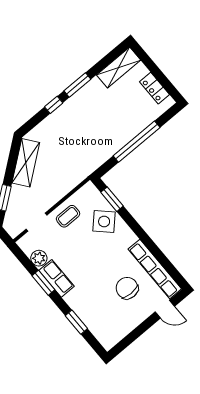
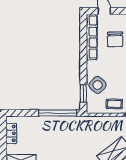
window: (137, 142) -> (58, 113), moved

